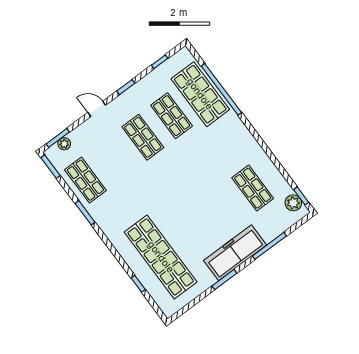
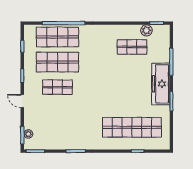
door: (97, 109) -> (22, 101), hinge flipped
shop shelf: (172, 116) -> (57, 62), width x1.43, depth x1.36
shop shelf: (85, 180) -> (57, 137), removed
plant: (293, 203) -> (146, 30), moved

